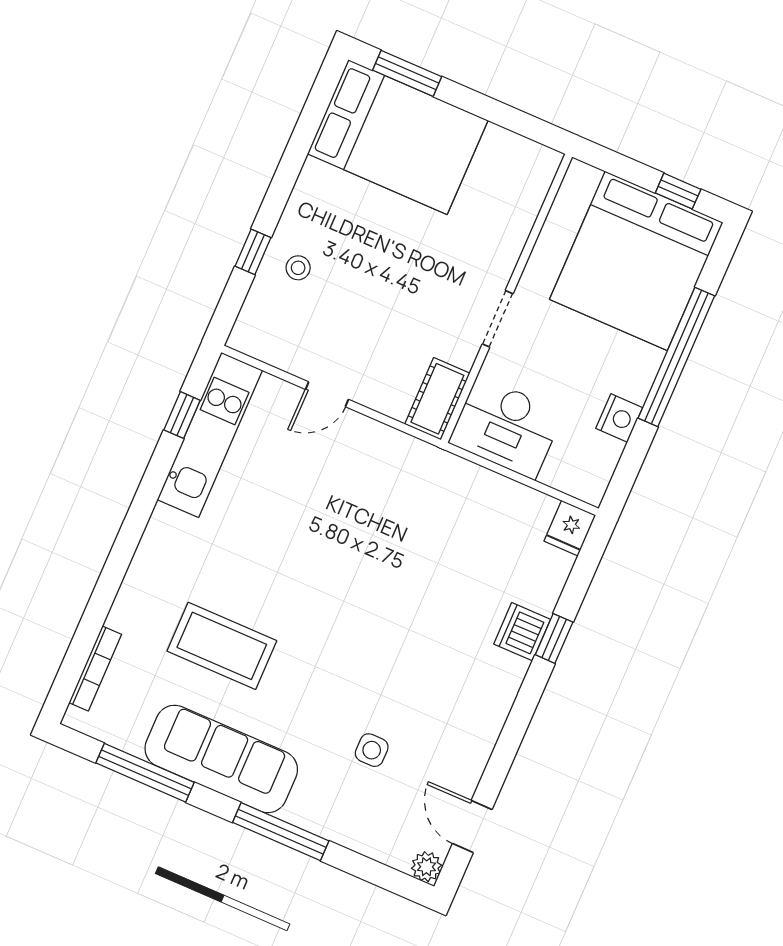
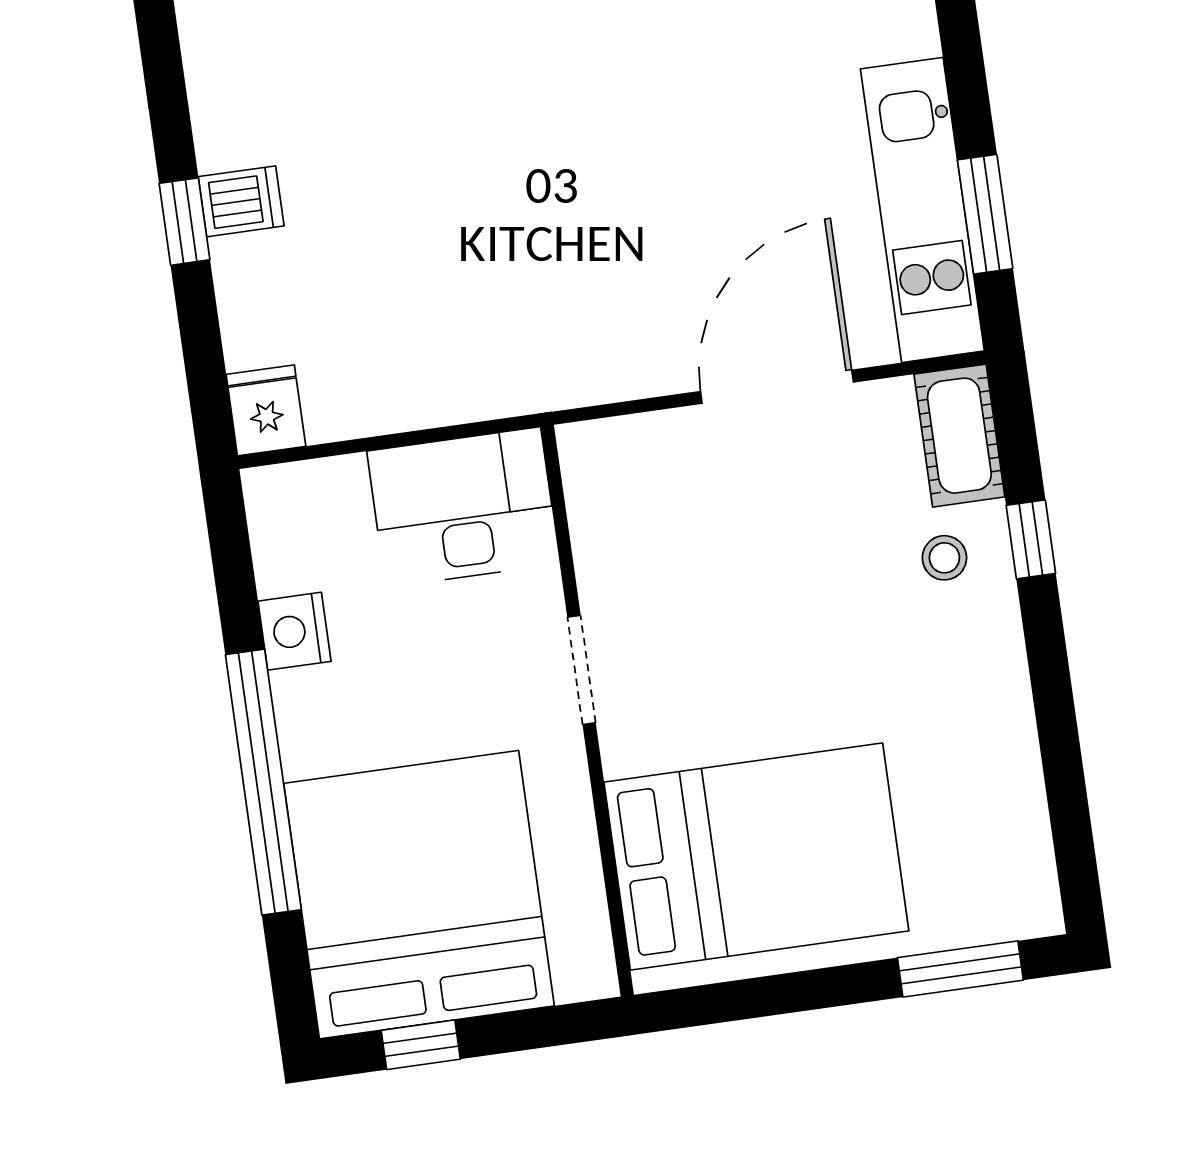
bed: (398, 137) -> (756, 856), moved, turned 180
door: (327, 394) -> (777, 387), width x1.88
cot: (437, 399) -> (959, 436), moved
window: (182, 415) -> (985, 214), width x1.50
dishwasher: (522, 632) -> (241, 201), width x0.73

